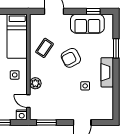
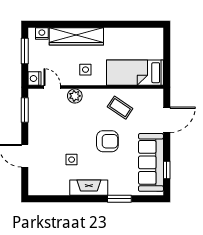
sofa: (87, 24) -> (151, 162), width x1.36
armchair: (71, 58) -> (107, 141), turned 117
door: (28, 101) -> (52, 87), hinge flipped

